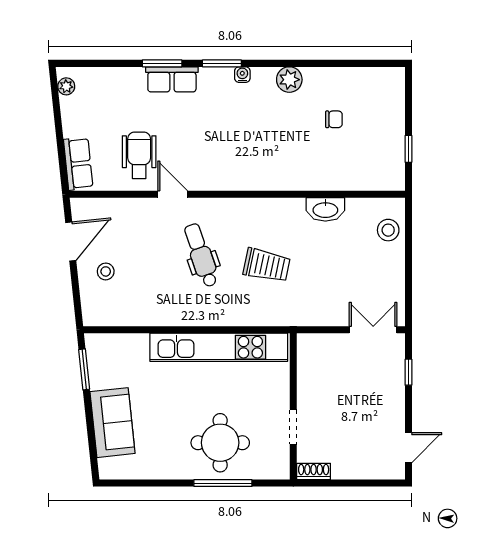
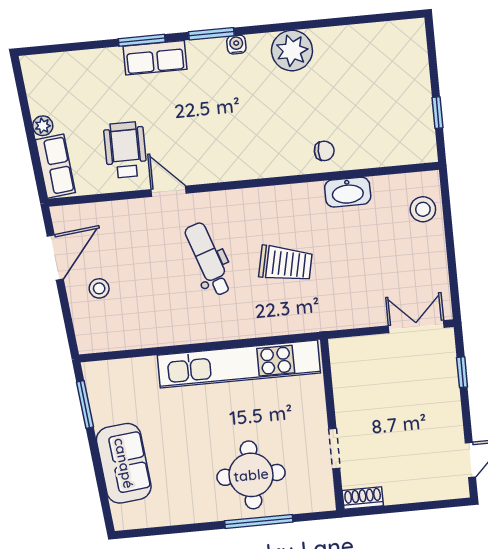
plant: (289, 80) -> (292, 51), width x1.36, depth x1.36
plant: (66, 86) -> (43, 126), moved
chair: (334, 119) -> (324, 151), moved

